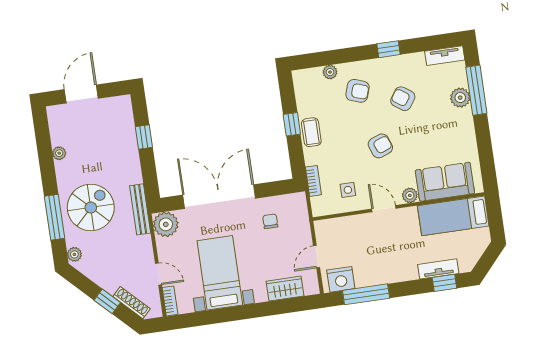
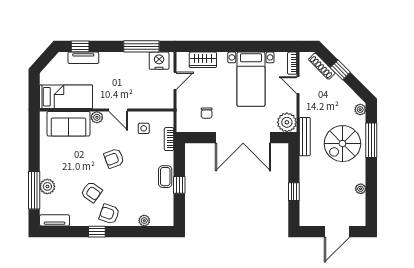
armchair: (358, 91) -> (109, 214), moved

